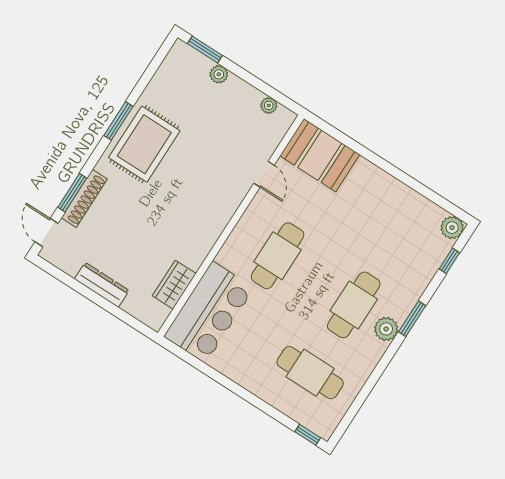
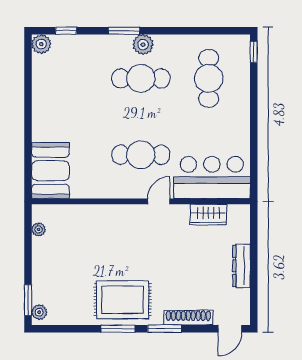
plant: (219, 74) -> (39, 312), moved
door: (264, 174) -> (159, 201), moved
window: (72, 193) -> (165, 329), moved

